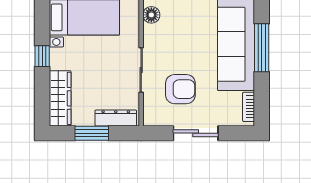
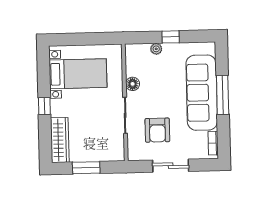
floor lamp: (151, 15) -> (133, 84), moved
armchair: (180, 89) -> (157, 130), turned 90
dresser: (116, 118) -> (105, 155), removed

